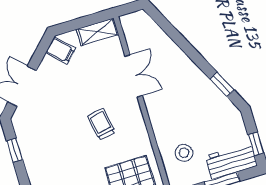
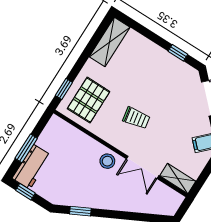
shelving: (97, 32) -> (178, 179), moved, turned 90
stool: (184, 153) -> (107, 161), moved

